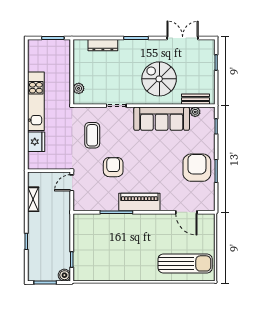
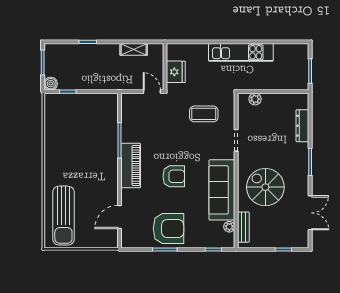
spiral stairs: (159, 79) -> (265, 187), turned -90
fridge: (36, 142) -> (176, 72), moved, turned -90
armchair: (113, 167) -> (174, 176), moved

